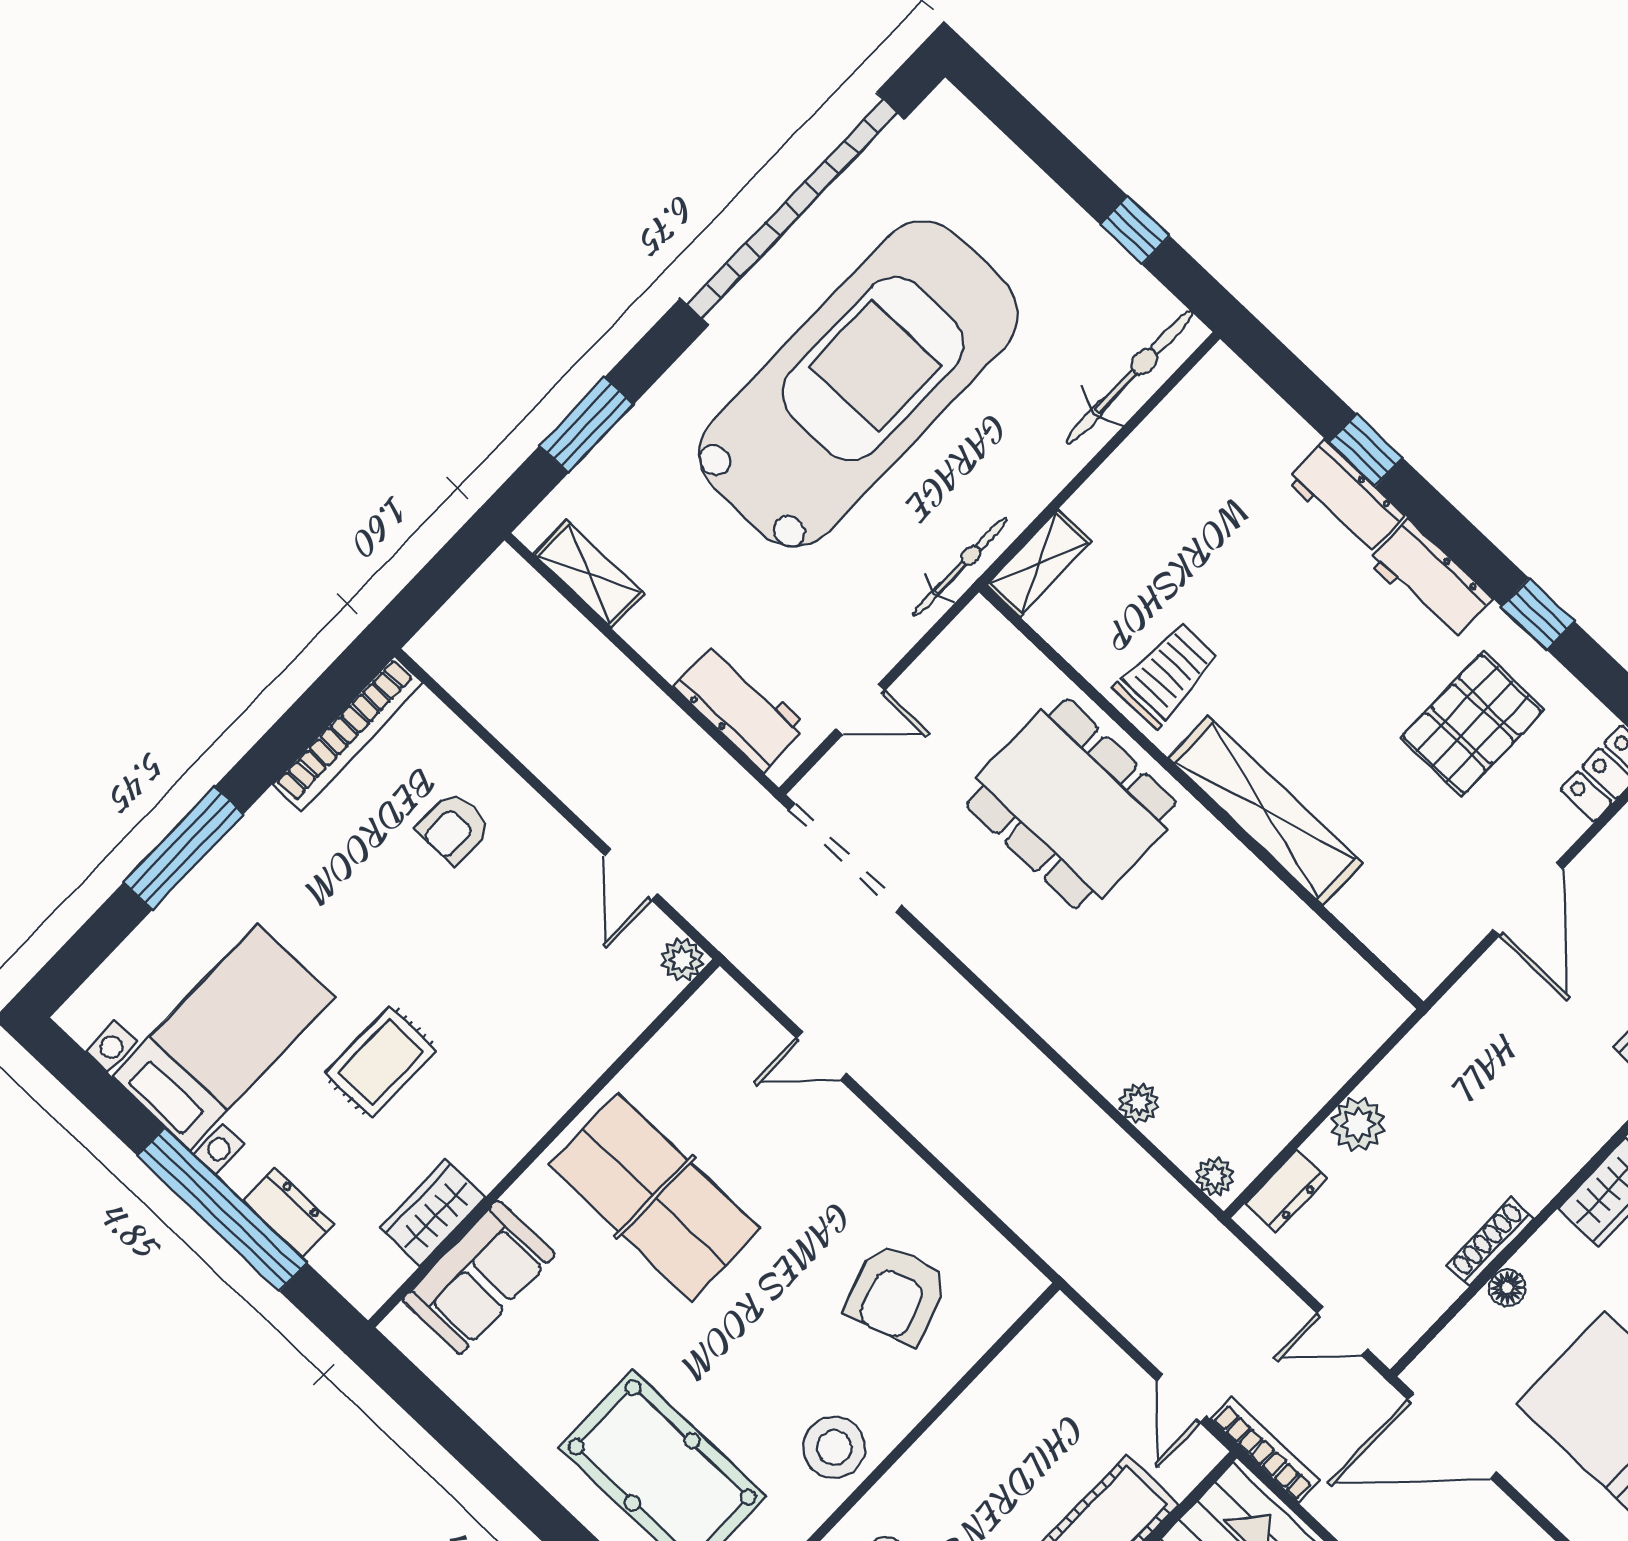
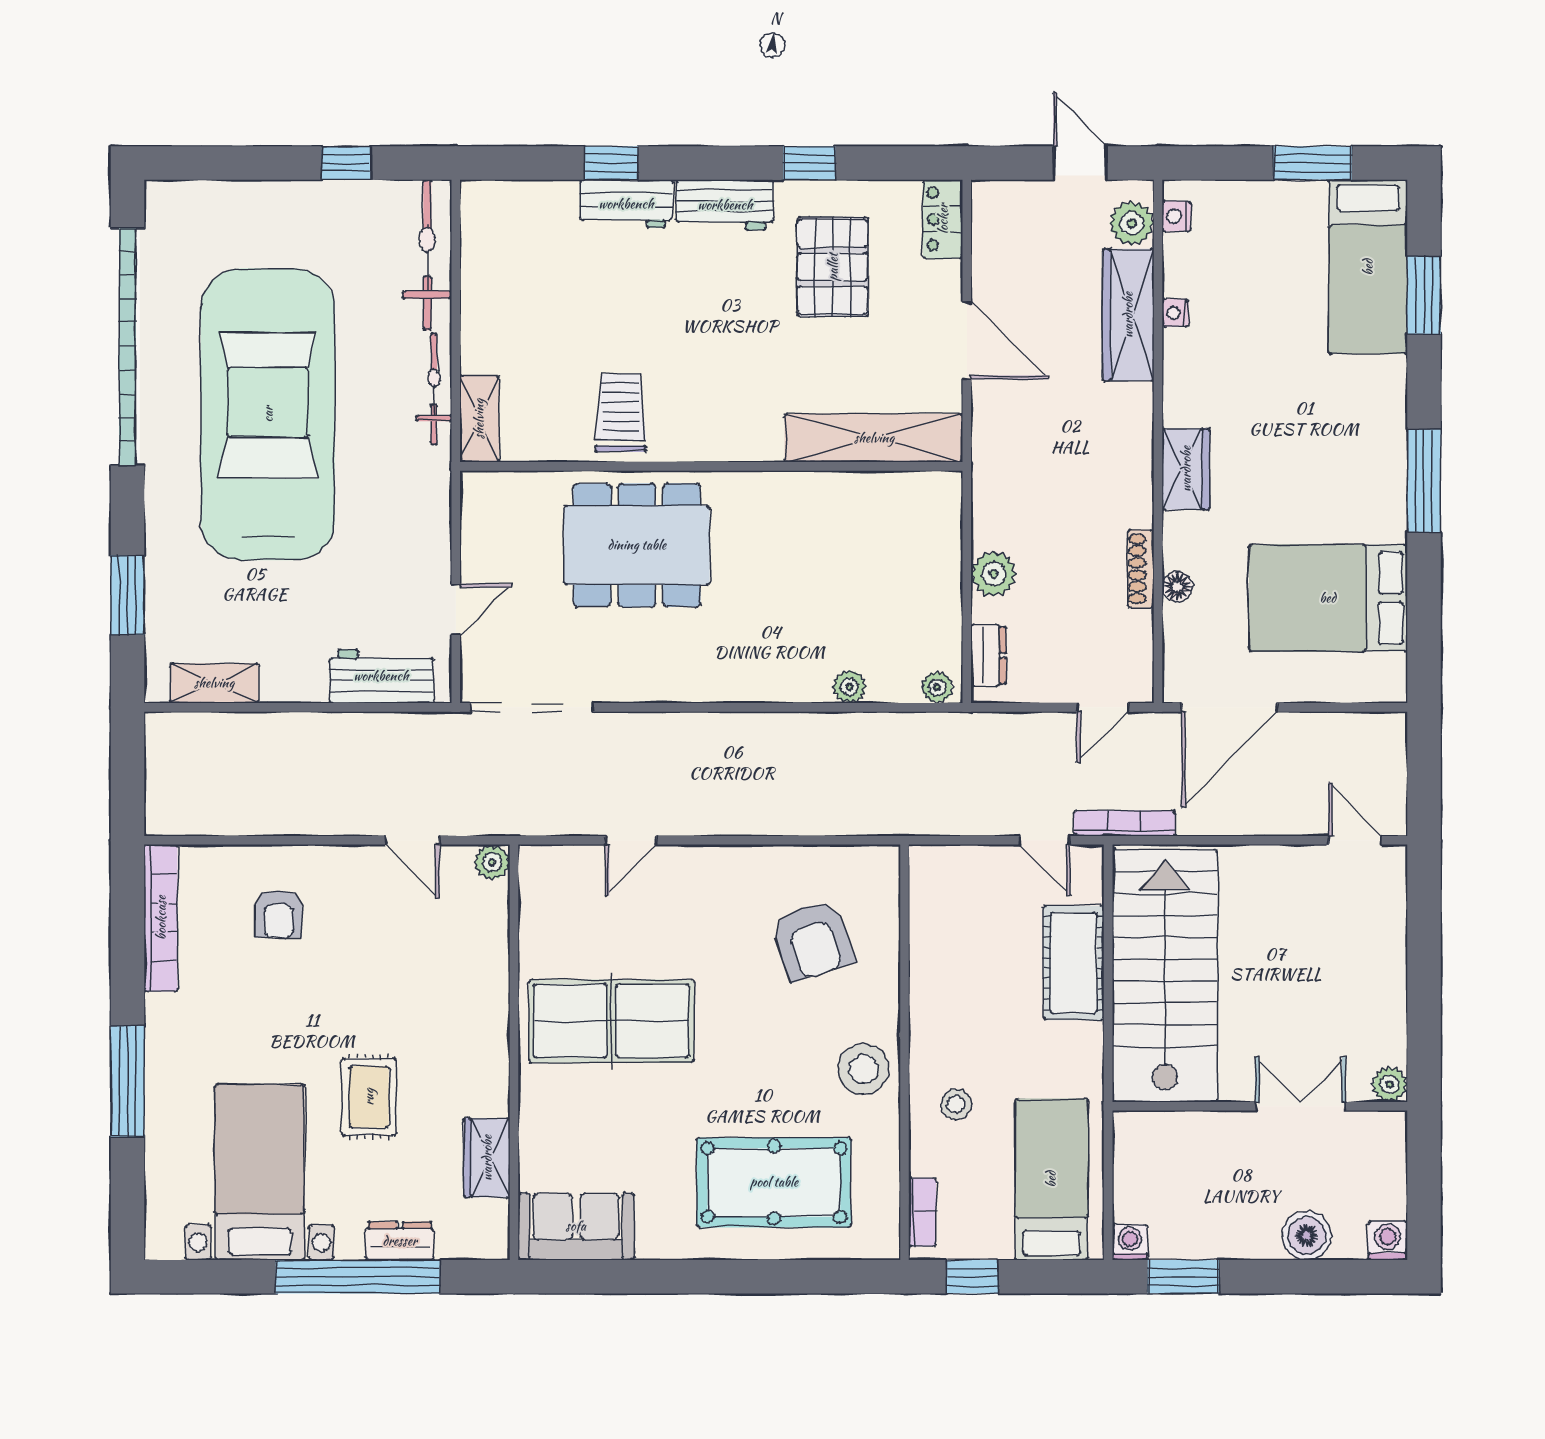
bicycle: (960, 567) -> (434, 389), moved
shelving: (1265, 811) -> (874, 438), moved
sofa: (479, 1277) -> (576, 1226), moved, turned -90

